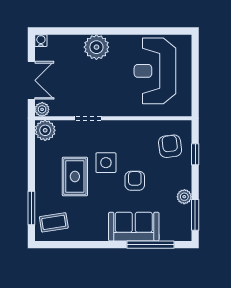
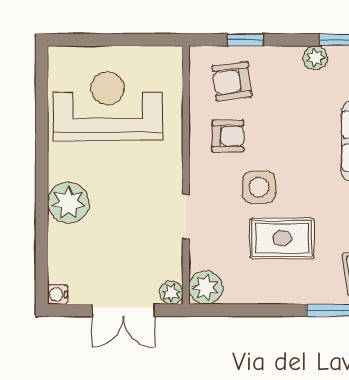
reception desk: (155, 71) -> (108, 106), turned 180
double door: (31, 80) -> (123, 310), swing flipped
armchair: (135, 181) -> (228, 136), moved, turned 180

